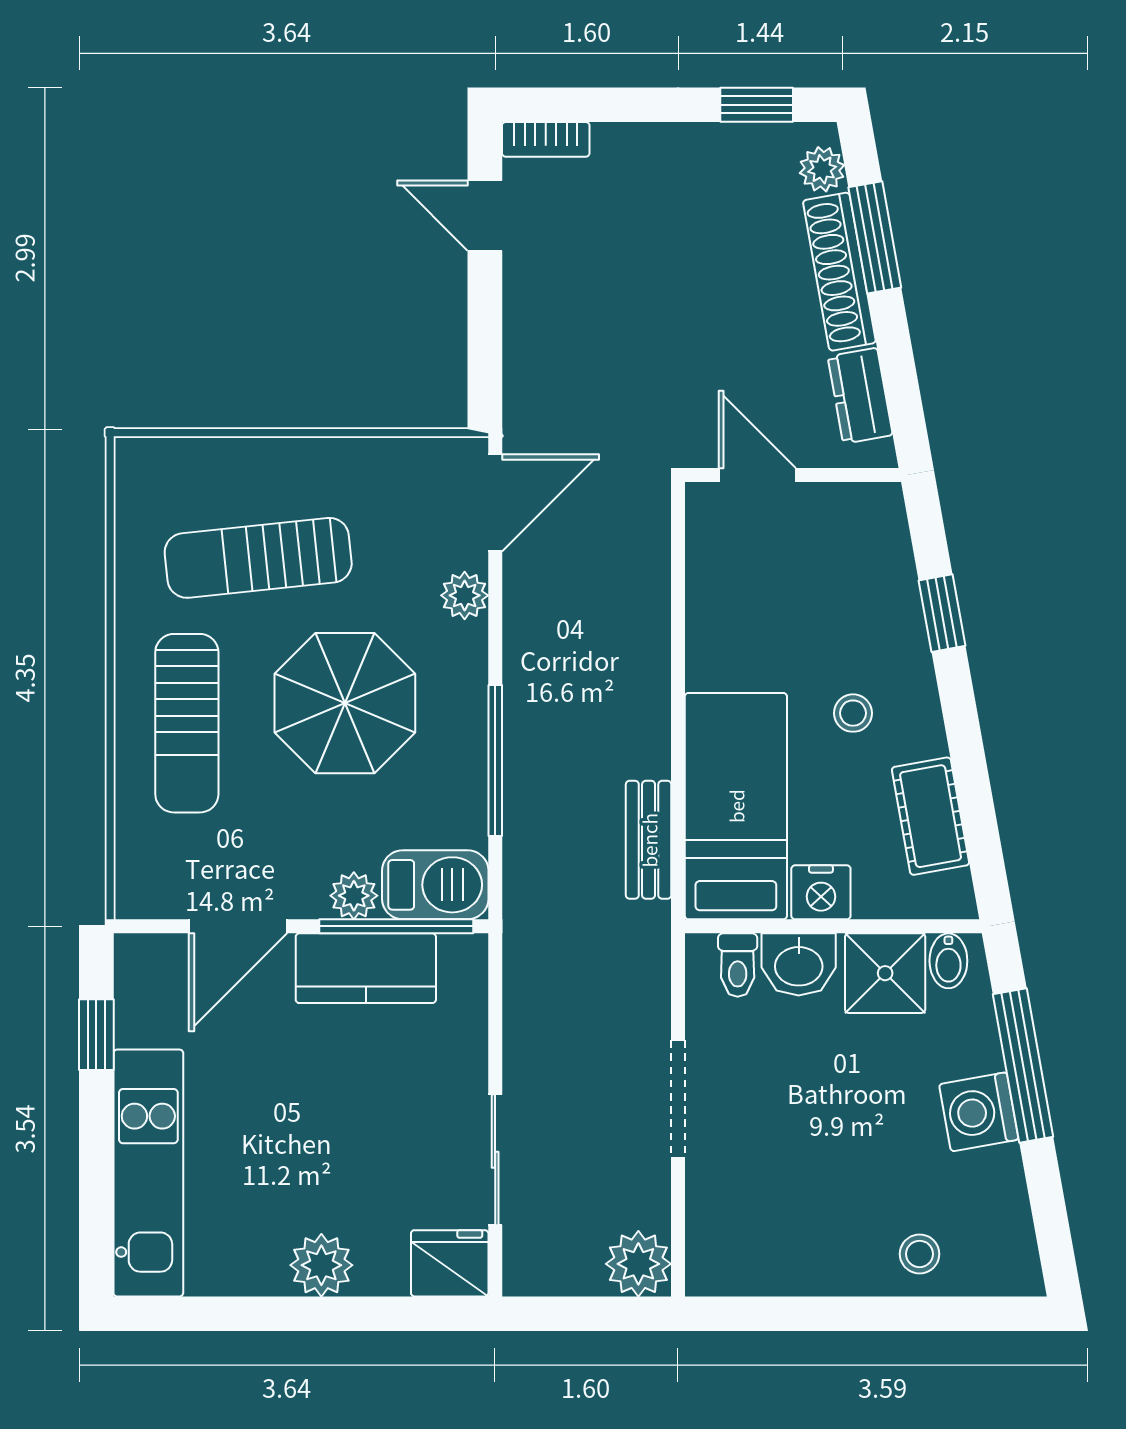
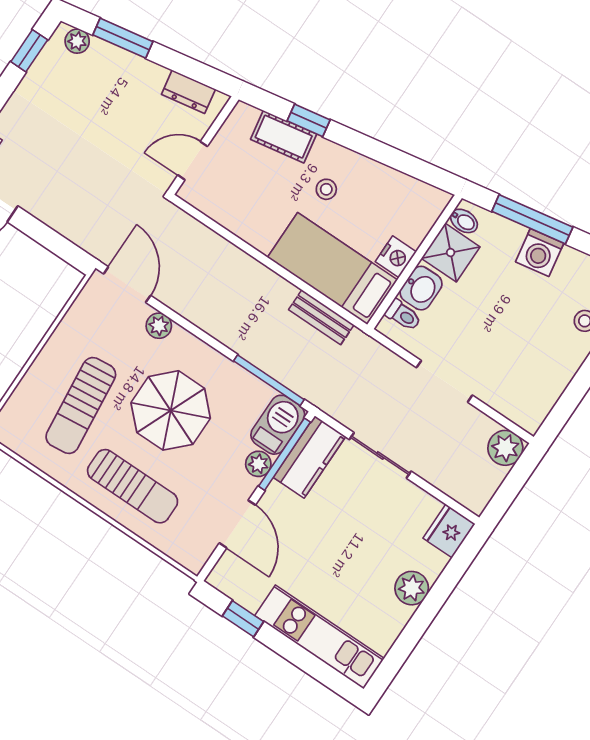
shoe rack: (839, 272) -> (127, 64), removed
window: (495, 760) -> (269, 380), moved
cot: (931, 816) -> (284, 137), moved
kitchen counter: (366, 968) -> (309, 457), moved
sliding door: (495, 1160) -> (380, 455), moved

